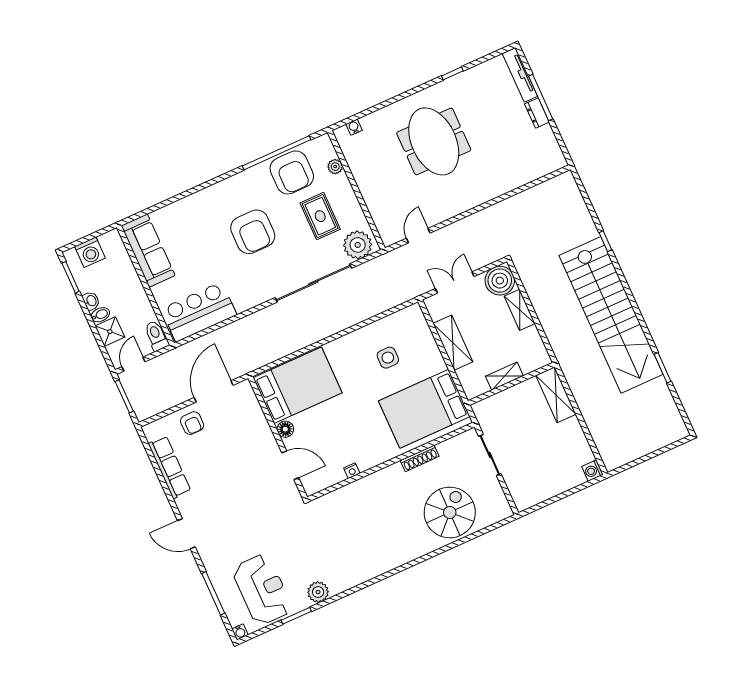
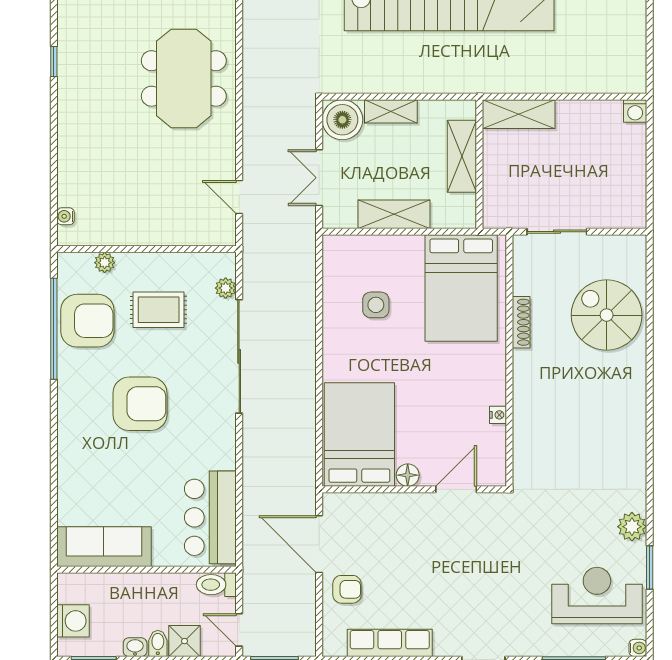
meeting table: (434, 141) -> (184, 78), moved, turned 90
plant: (358, 245) -> (226, 288), width x0.53, depth x0.53
shelving: (504, 376) -> (462, 156), width x1.50, depth x1.33

